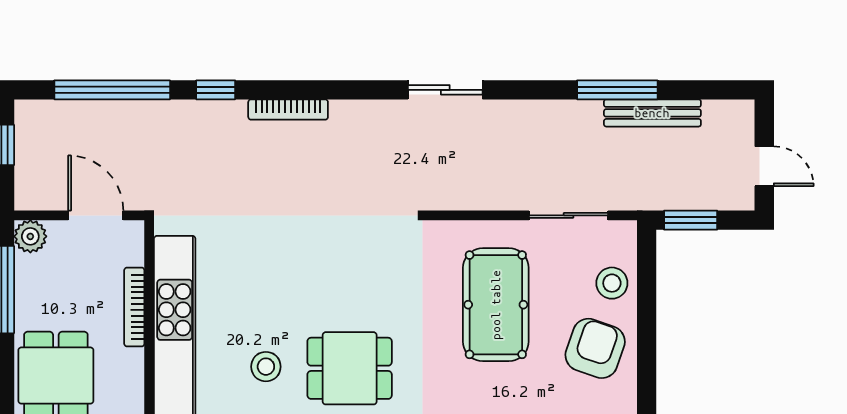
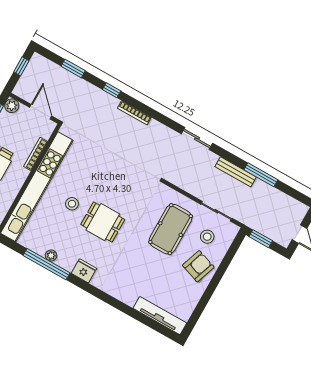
window: (112, 90) -> (73, 68), width x0.47
bench: (652, 113) -> (236, 172), moved
stool: (612, 283) -> (207, 237), moved

